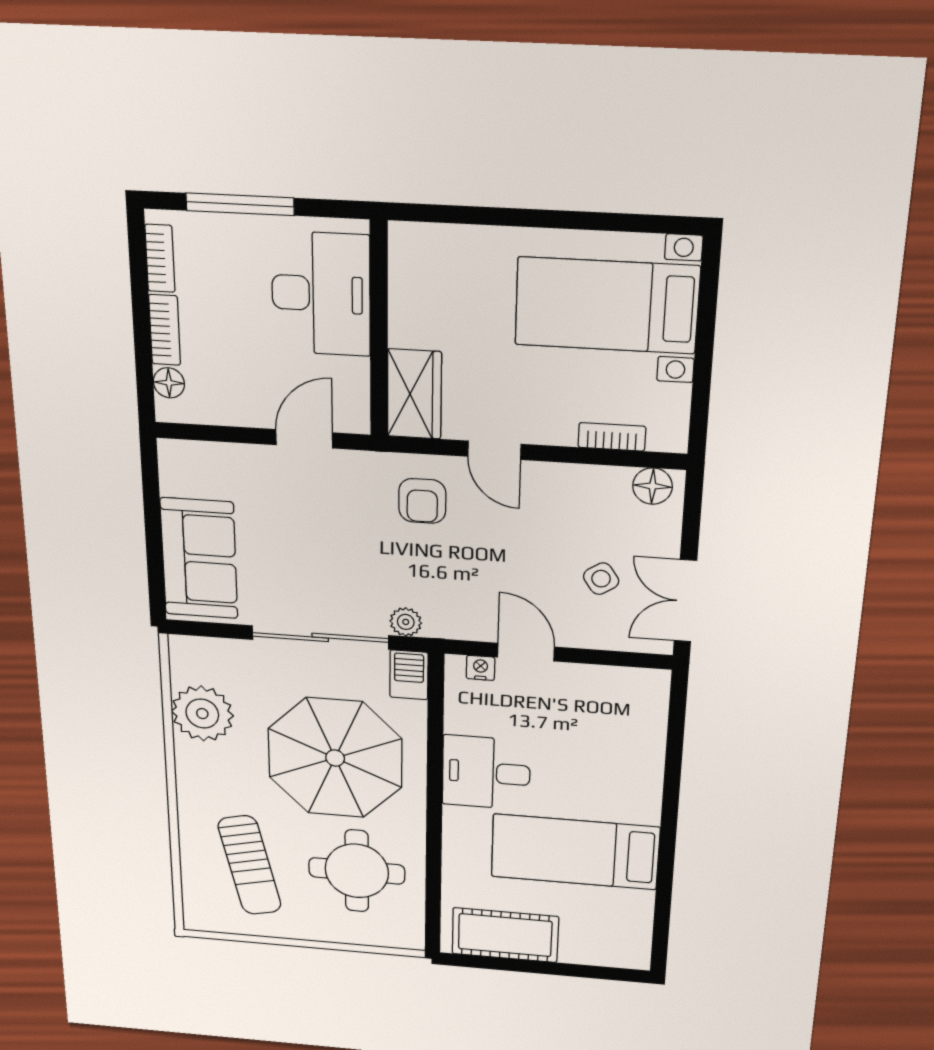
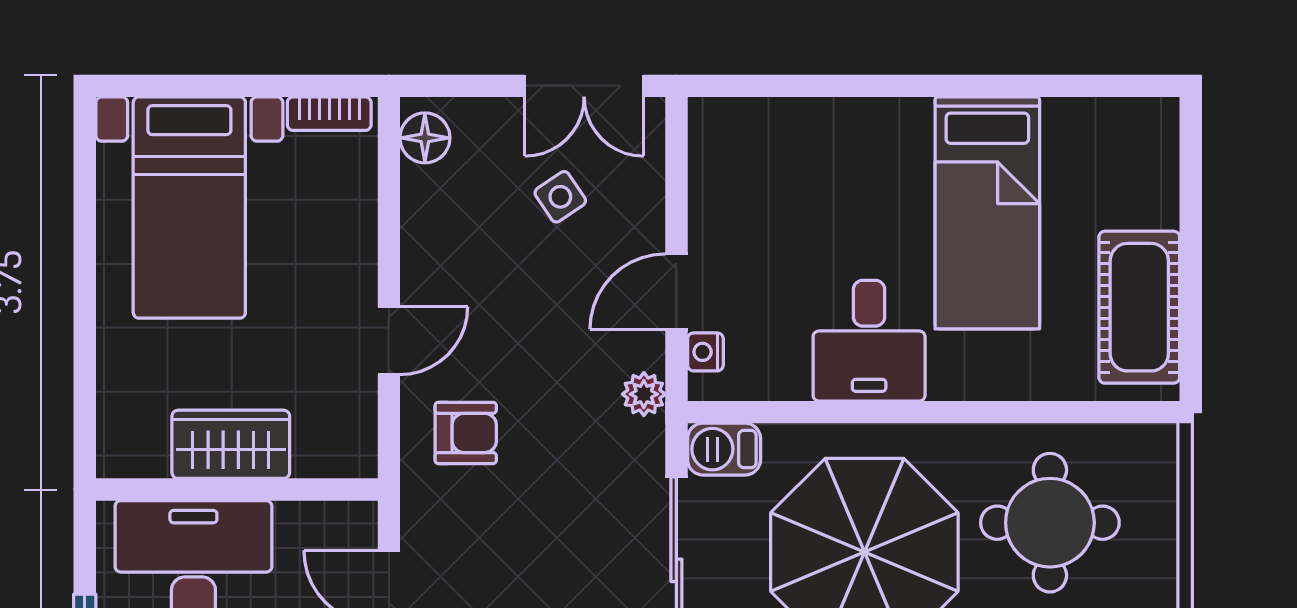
wardrobe: (414, 394) -> (231, 444), moved
bookcase: (612, 437) -> (329, 114), moved, turned -90
plant: (406, 622) -> (644, 394), moved

